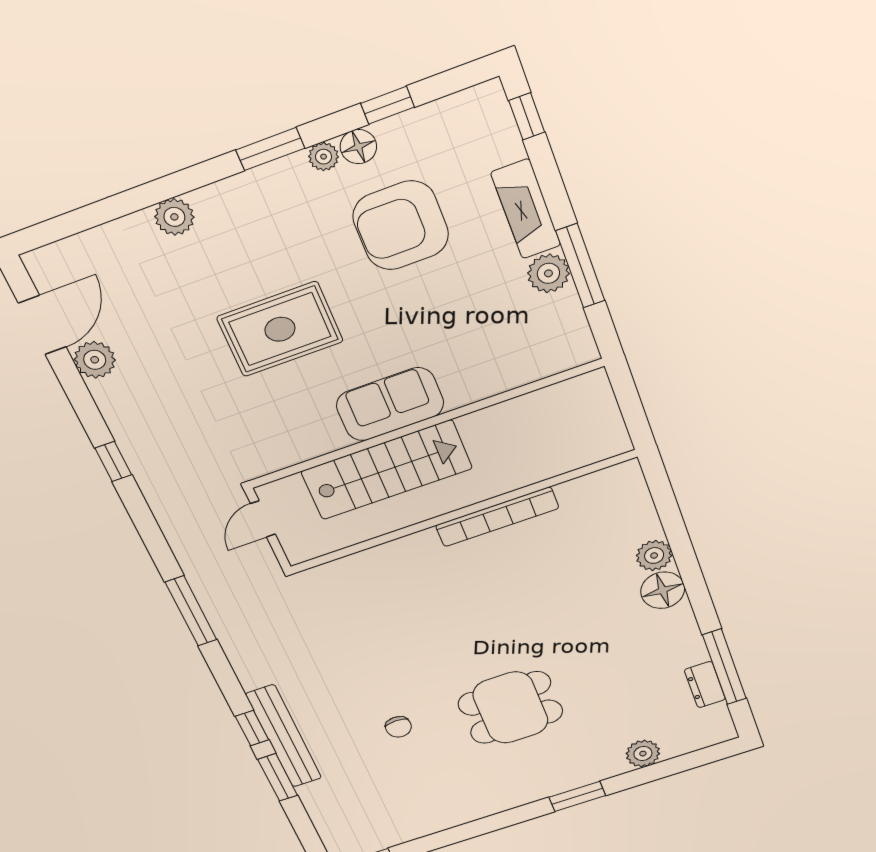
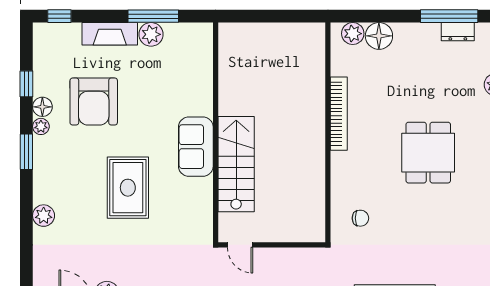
wall: (462, 512) -> (328, 132), moved
bookcase: (497, 517) -> (339, 114), moved
chair: (398, 727) -> (360, 218), moved

